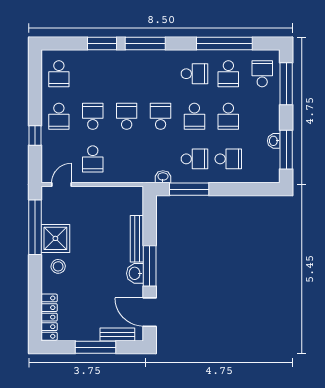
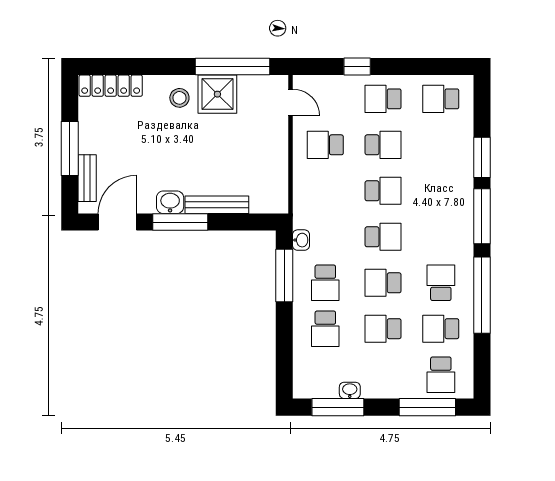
window: (224, 43) -> (482, 295), moved
school desk: (194, 74) -> (441, 283), turned 180
school desk: (262, 74) -> (441, 375), turned 90

